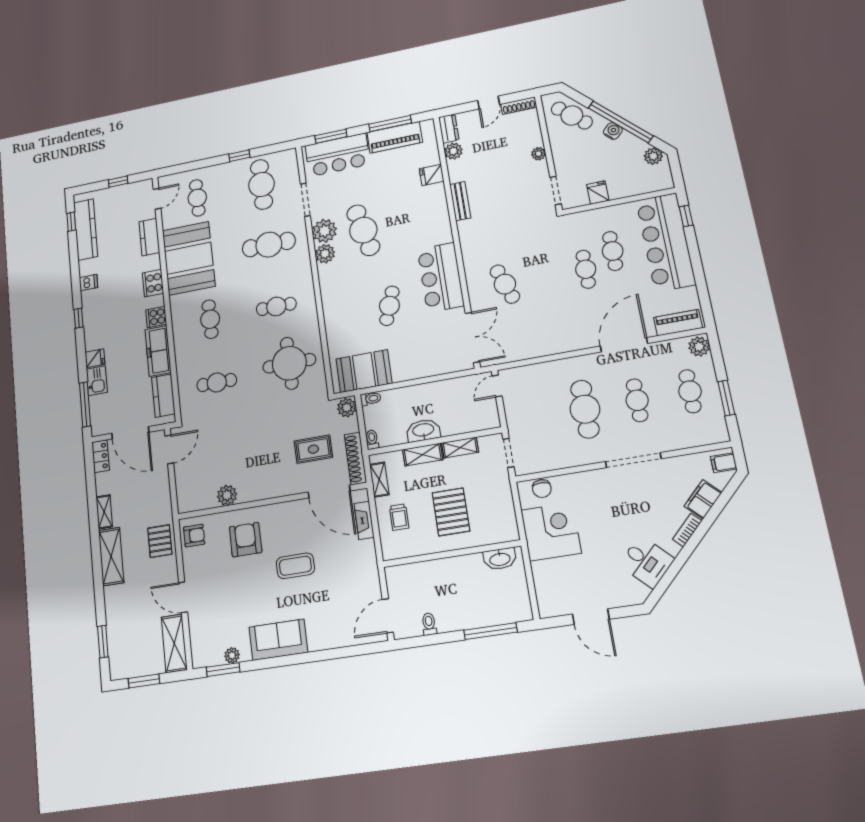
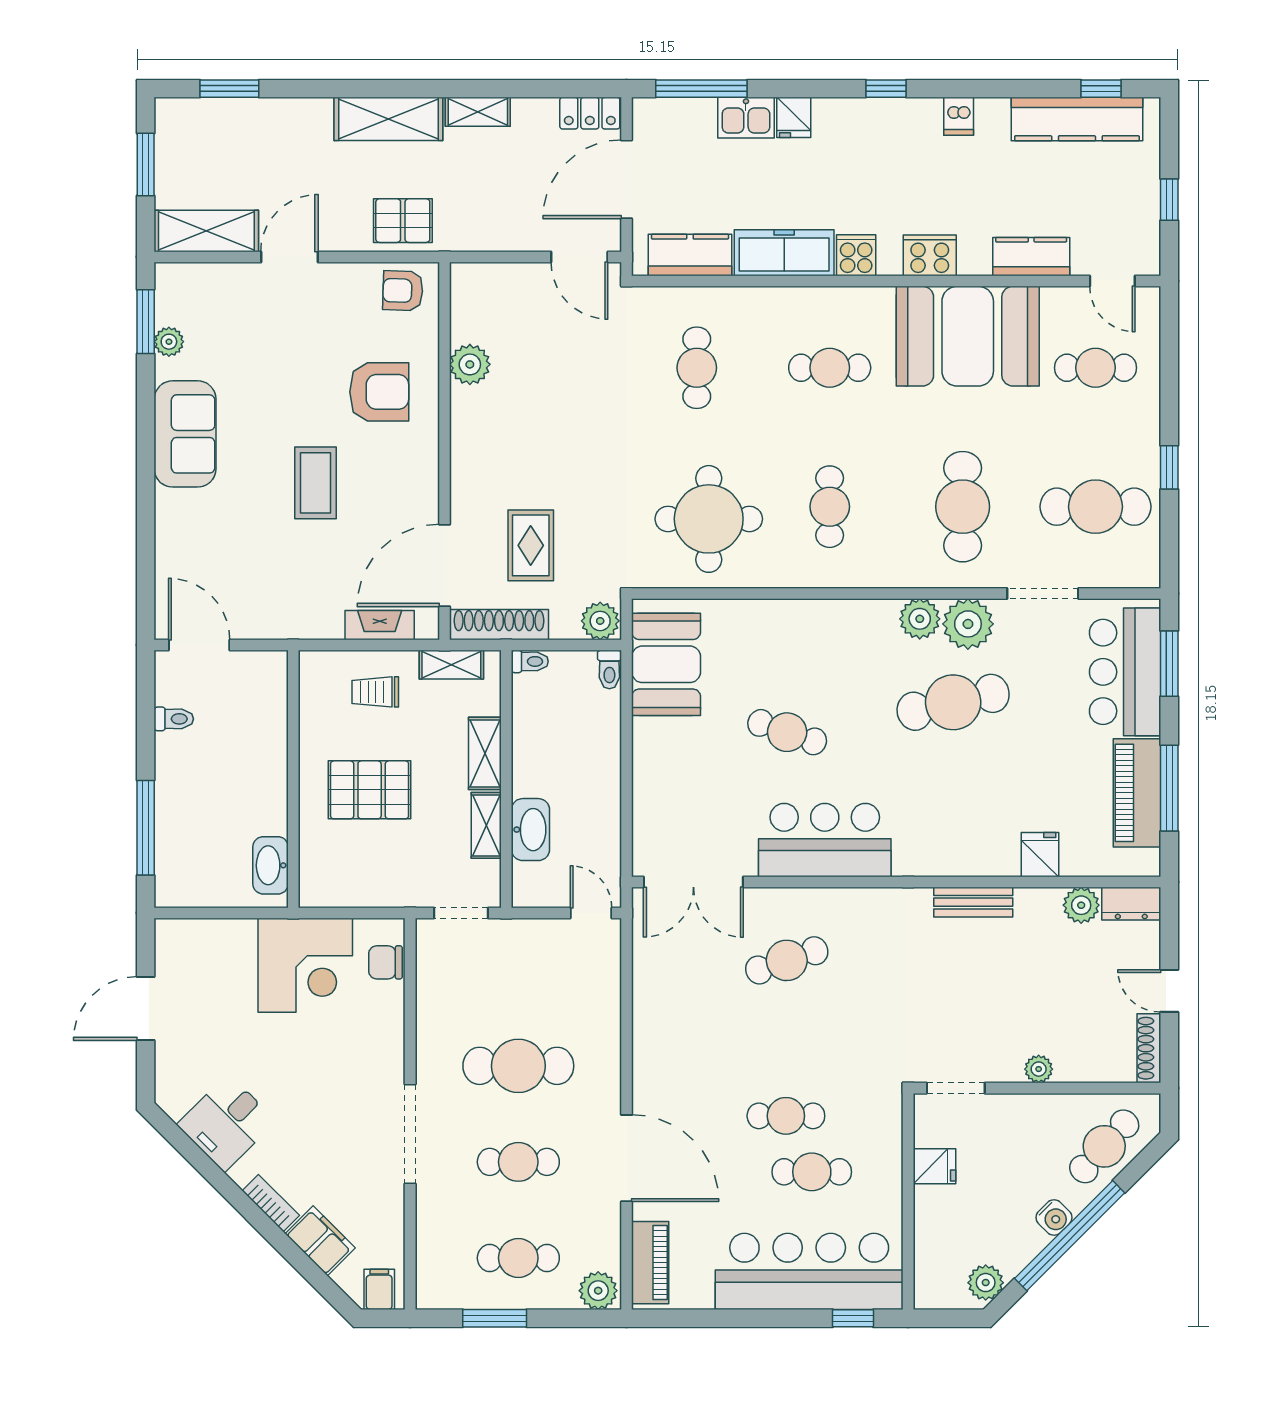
washbasin: (423, 430) -> (530, 830), moved
armchair: (194, 536) -> (403, 291), turned 92

